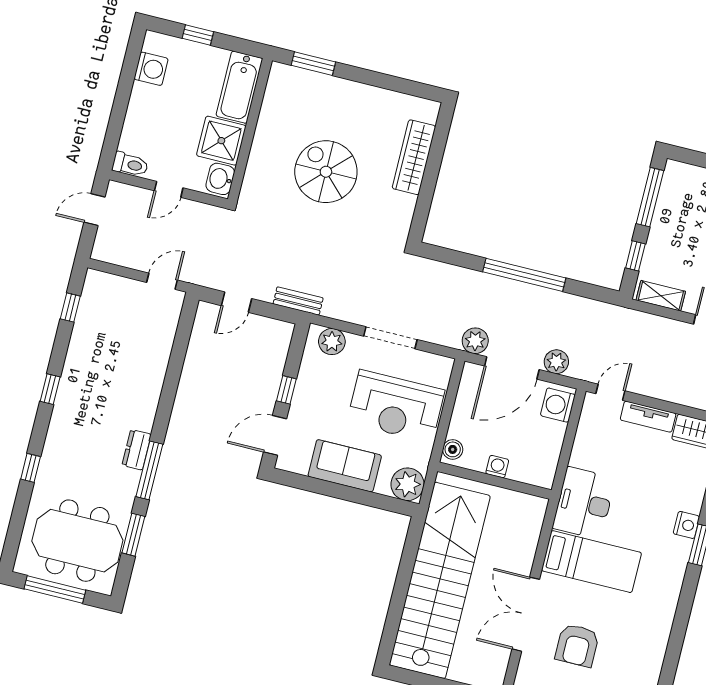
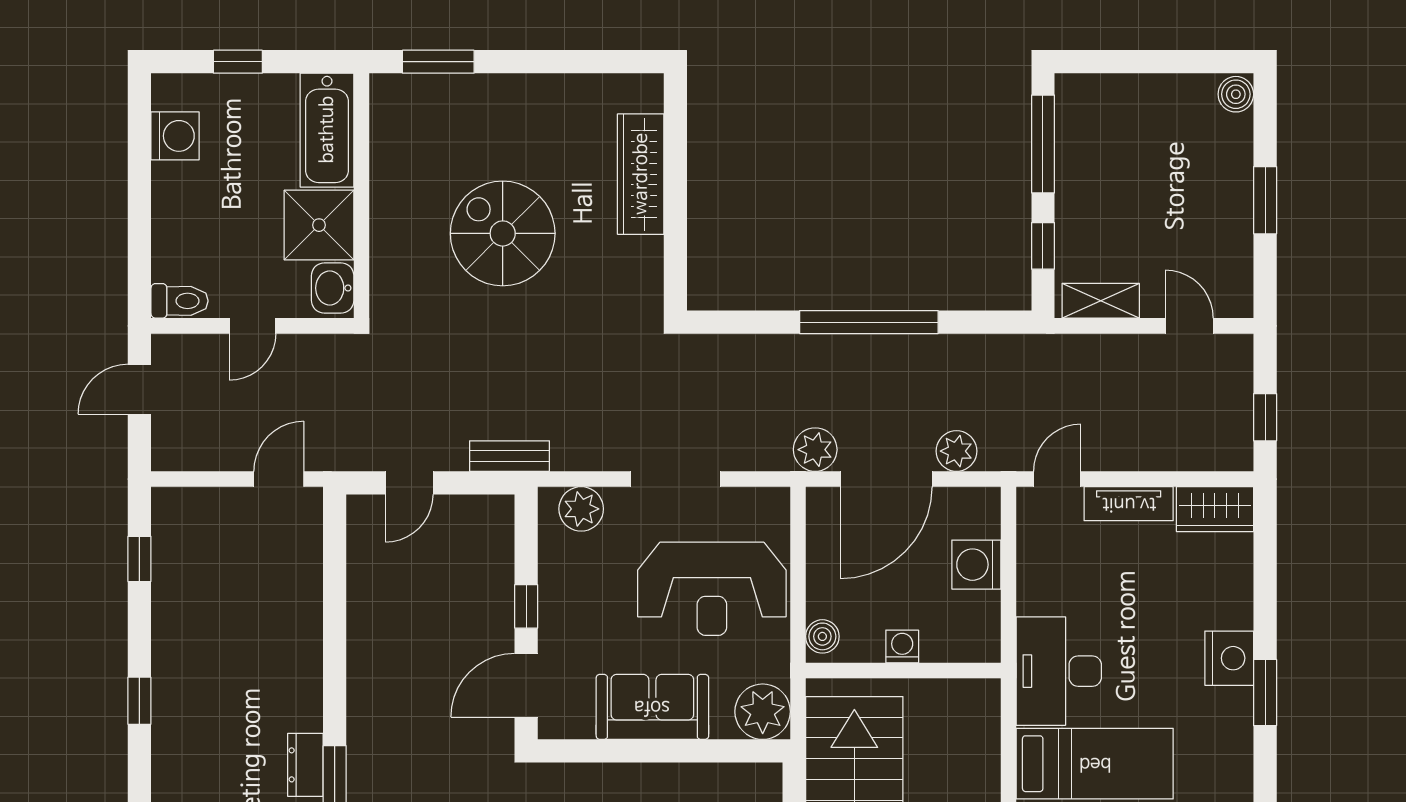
washing machine: (558, 405) -> (976, 565), moved
nightstand: (686, 525) -> (1229, 658), width x1.36, depth x1.33

